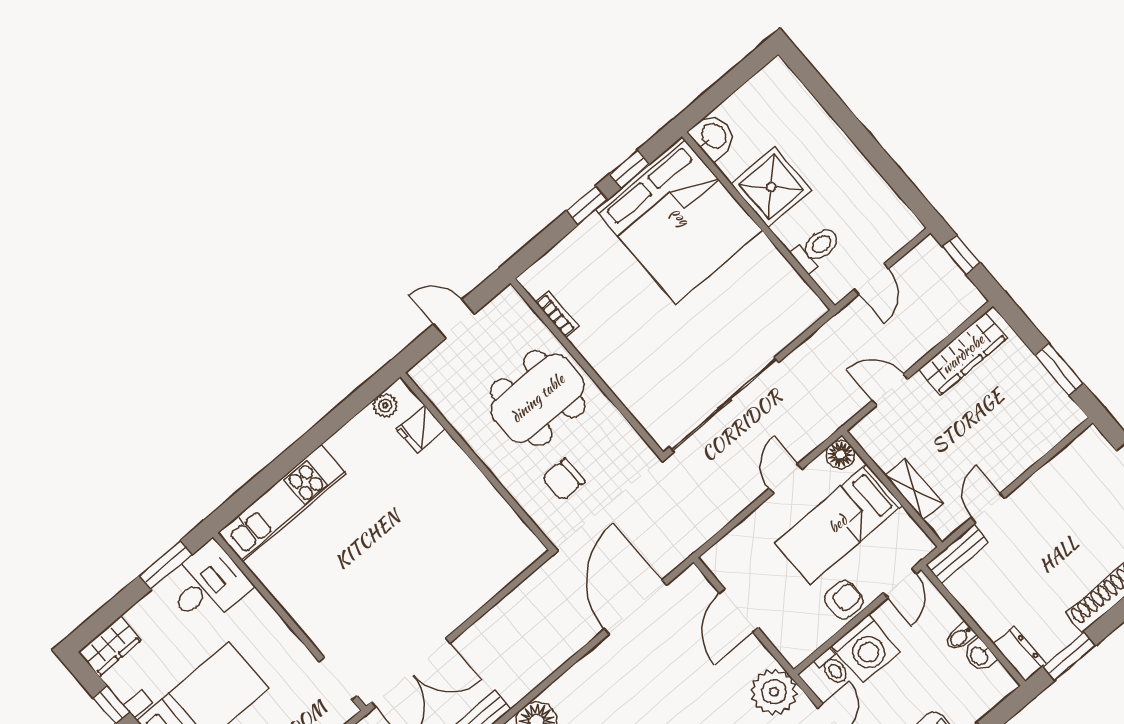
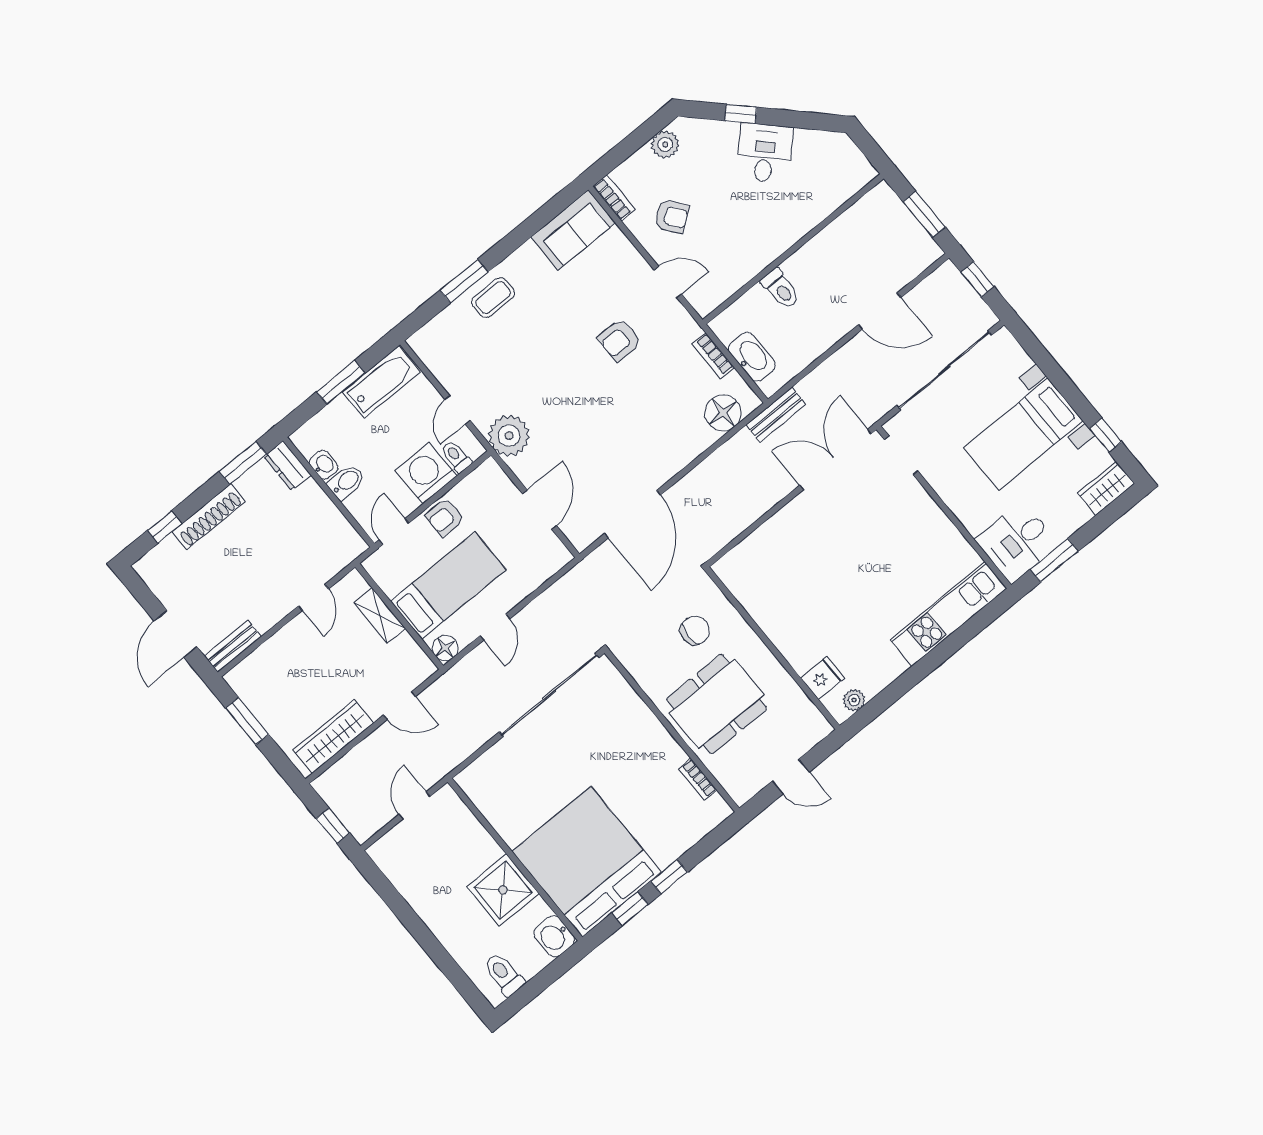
toilet: (817, 248) -> (504, 975), moved, turned 90
bench: (957, 554) -> (233, 646), moved
bidet: (960, 637) -> (346, 482), width x1.38, depth x1.36

